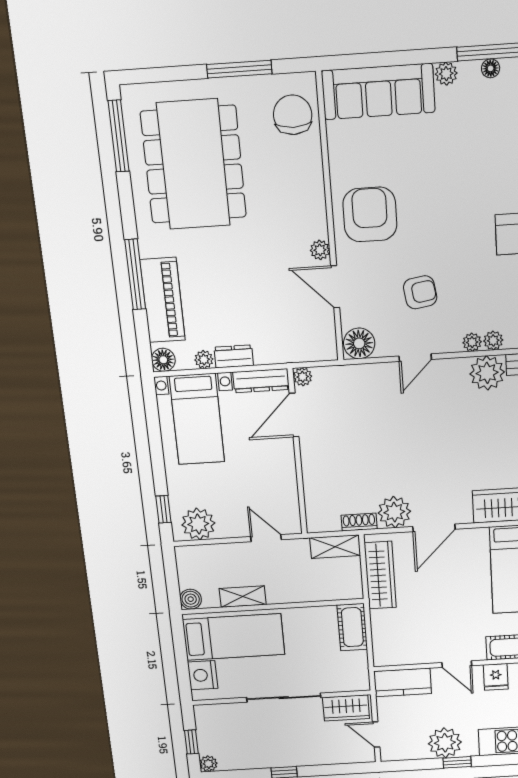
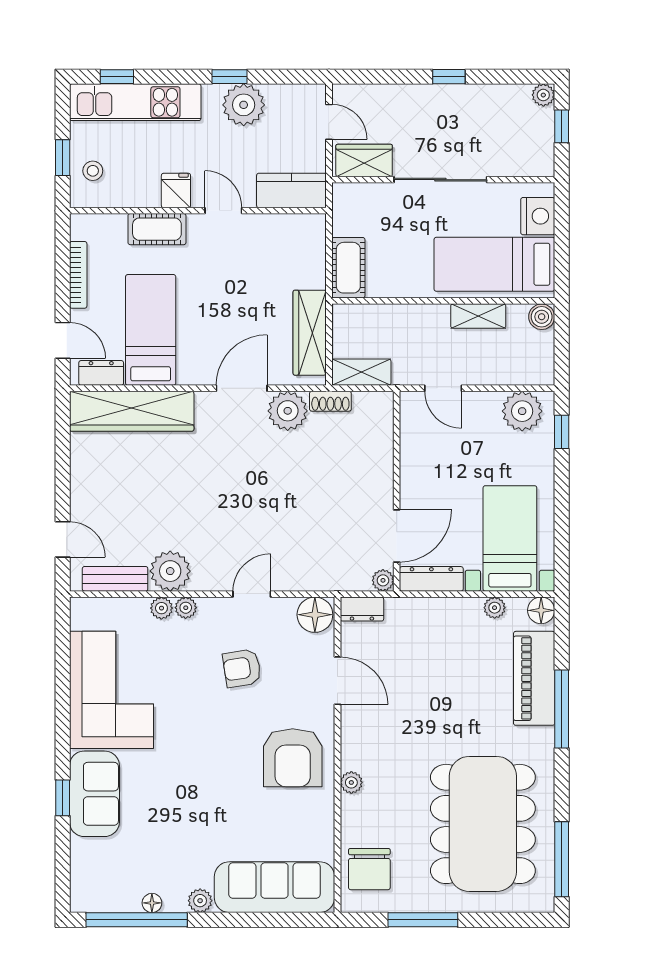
plant: (320, 250) -> (351, 782), moved
dresser: (234, 356) -> (362, 609), moved

